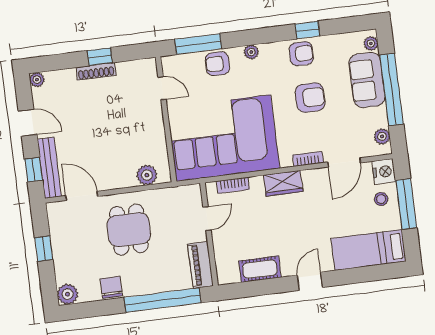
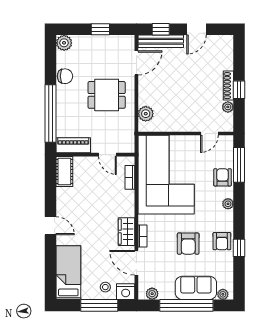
plant: (37, 80) -> (228, 107), moved
wardrobe: (283, 183) -> (127, 232), moved
cot: (260, 269) -> (64, 171), moved

